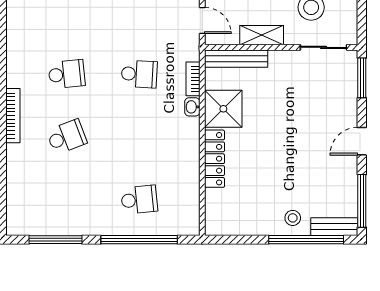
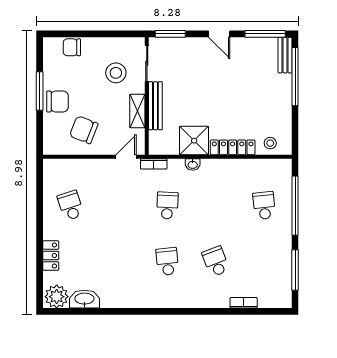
bench: (236, 59) -> (155, 106), moved
bookcase: (193, 79) -> (154, 164), moved
bookcase: (13, 116) -> (244, 303), moved, width x0.64
stool: (293, 218) -> (270, 143), moved

